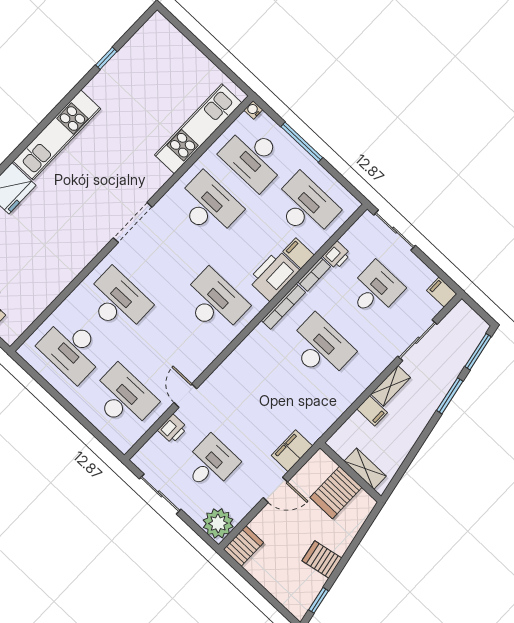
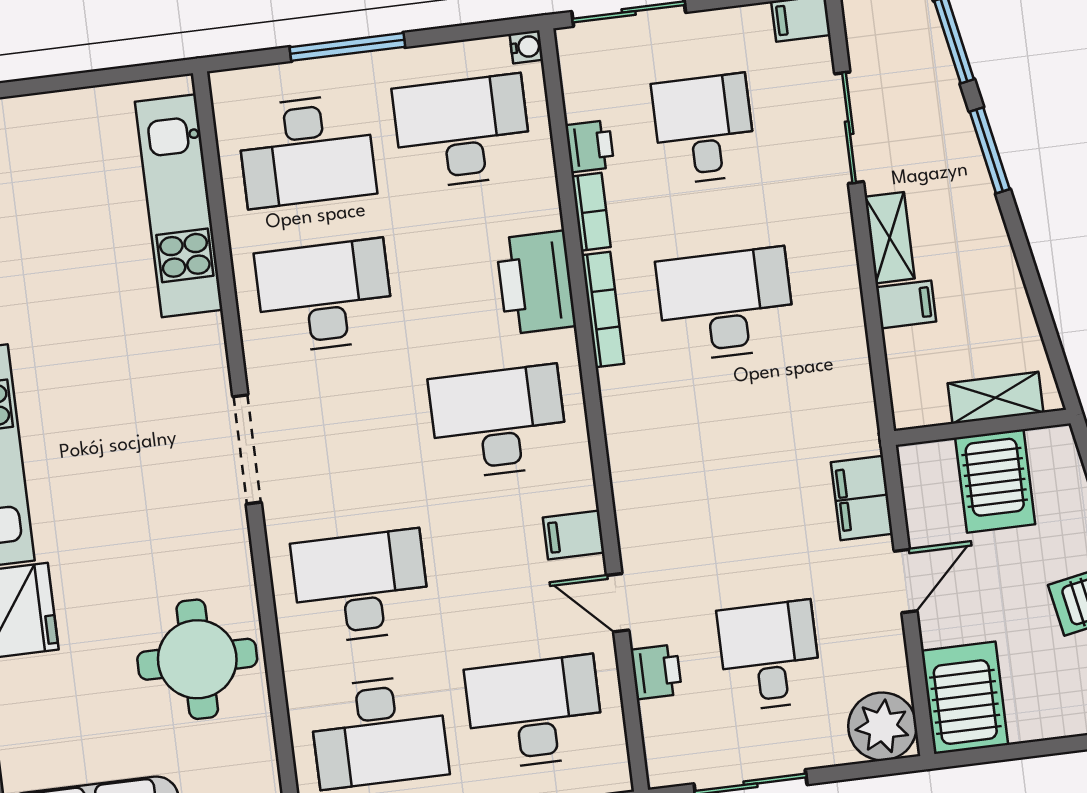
water cooler: (253, 110) -> (526, 47), moved, turned 180
filing cabinet: (299, 253) -> (574, 535), moved
round table: (45, 265) -> (197, 659), added
server rack: (243, 546) -> (965, 698), width x1.36, depth x1.44

